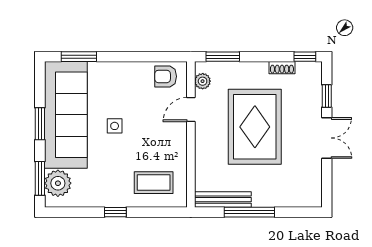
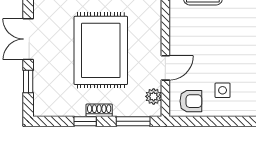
window: (305, 57) -> (85, 121), moved
shoe rack: (282, 68) -> (99, 110), moved
side table: (115, 126) -> (223, 90), moved

